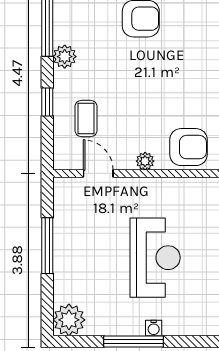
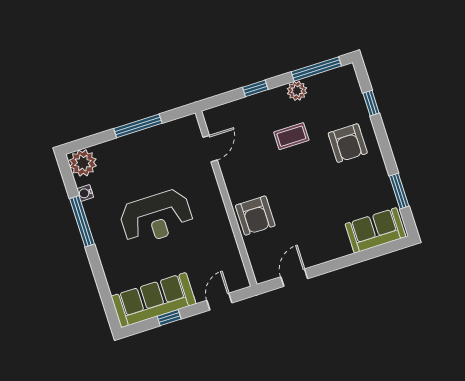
coffee table: (86, 118) -> (291, 136), moved
plant: (145, 161) -> (232, 184), removed
water cooler: (154, 328) -> (85, 193), moved

